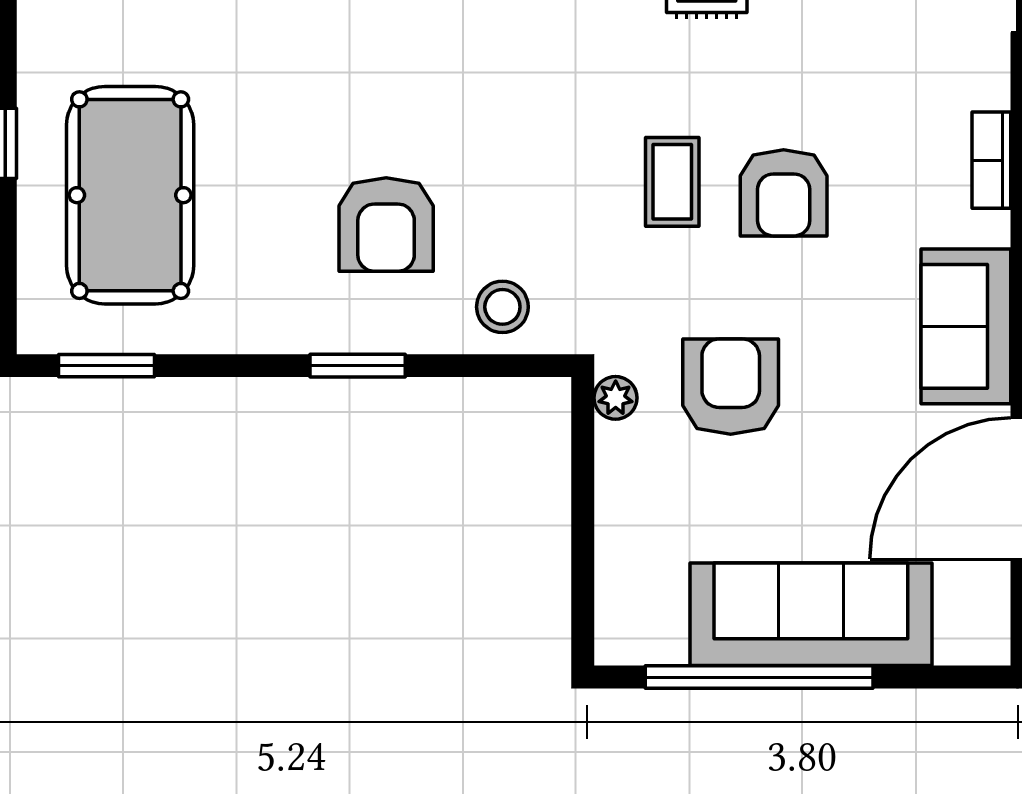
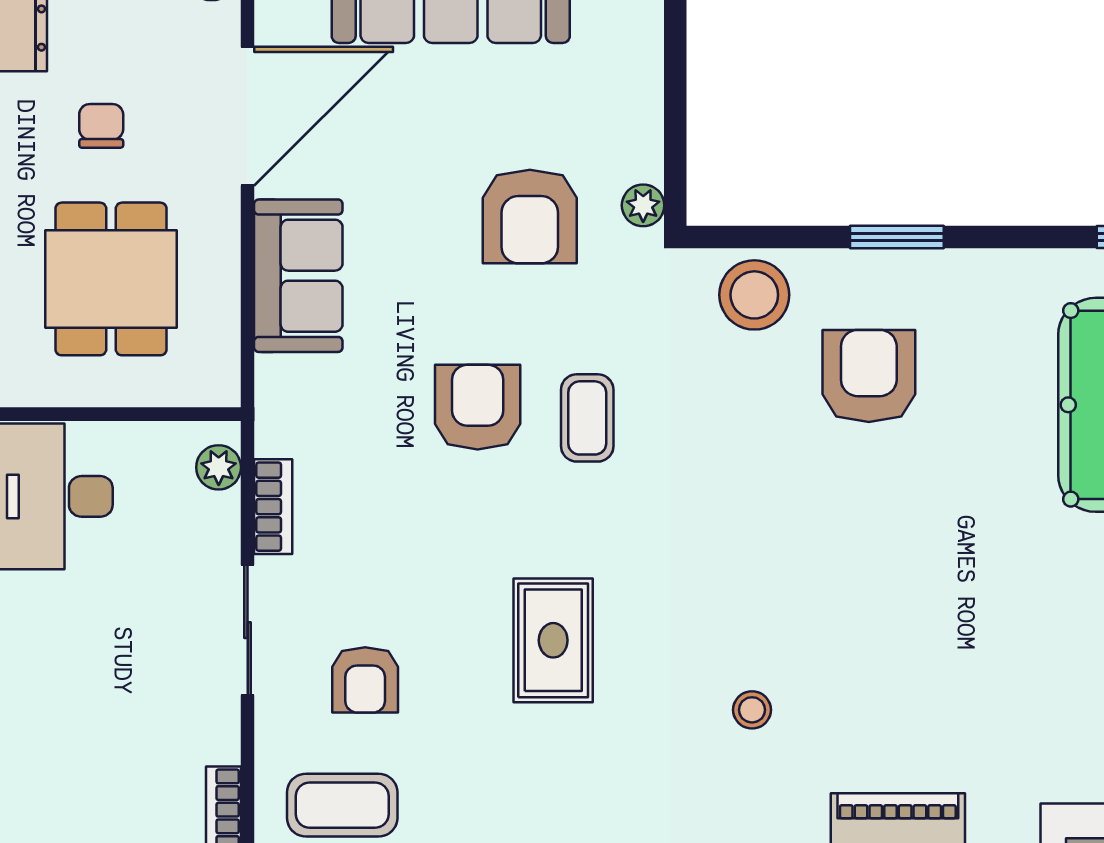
bookcase: (991, 160) -> (273, 507), moved
stool: (502, 307) -> (754, 295), width x1.38, depth x1.38

